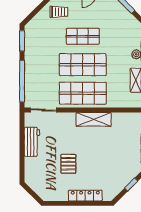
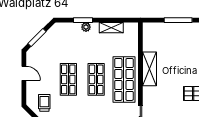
shop shelf: (83, 65) -> (96, 79), width x0.70, depth x0.74

